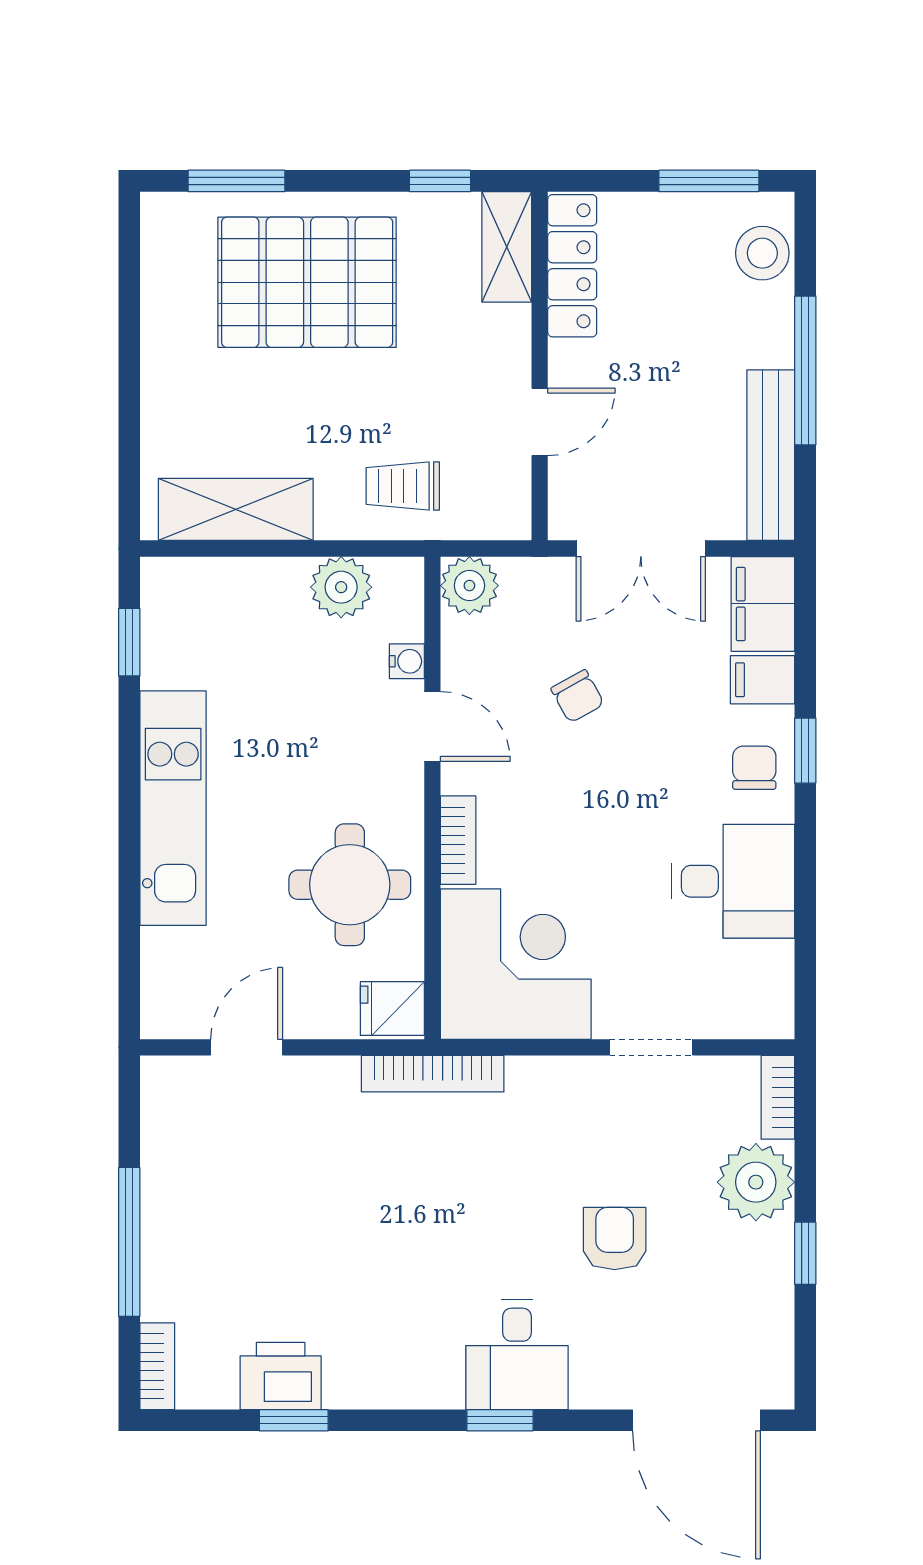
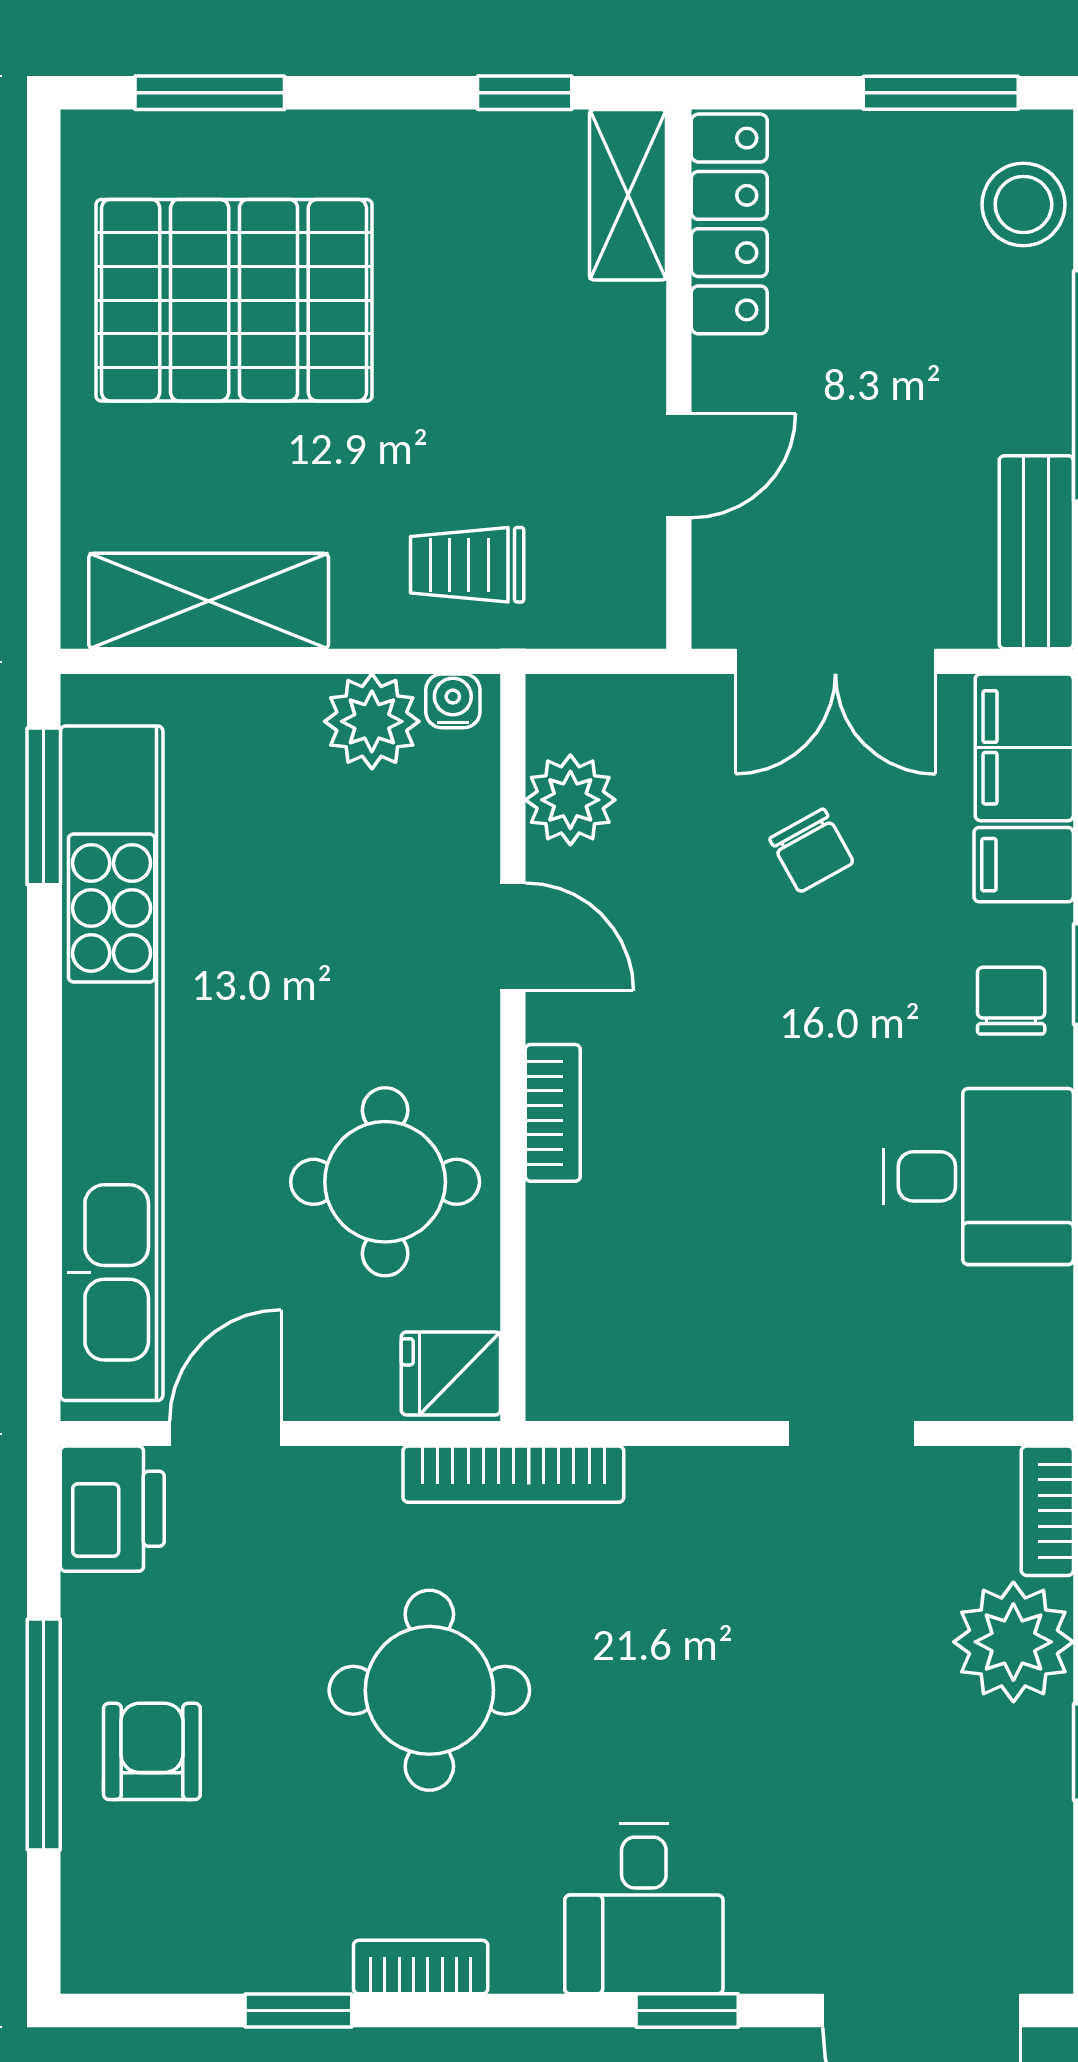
pallet: (307, 282) -> (234, 300), moved
bench: (771, 455) -> (1036, 552), width x0.73
plant: (469, 586) -> (570, 800), moved
window: (129, 642) -> (44, 806), width x1.50
water cooler: (407, 661) -> (453, 701), moved, turned -90
chair: (578, 696) -> (812, 851), moved
kitchen unit: (173, 808) -> (112, 1063), width x1.86
corner desk: (516, 964) -> (642, 1305), removed
round table: (378, 1213) -> (429, 1690), added
armchair: (615, 1239) -> (152, 1751), moved
bookcase: (157, 1366) -> (421, 1967), moved, turned -90
printer: (281, 1376) -> (112, 1509), moved, turned 90
window: (500, 1420) -> (687, 2010), moved

